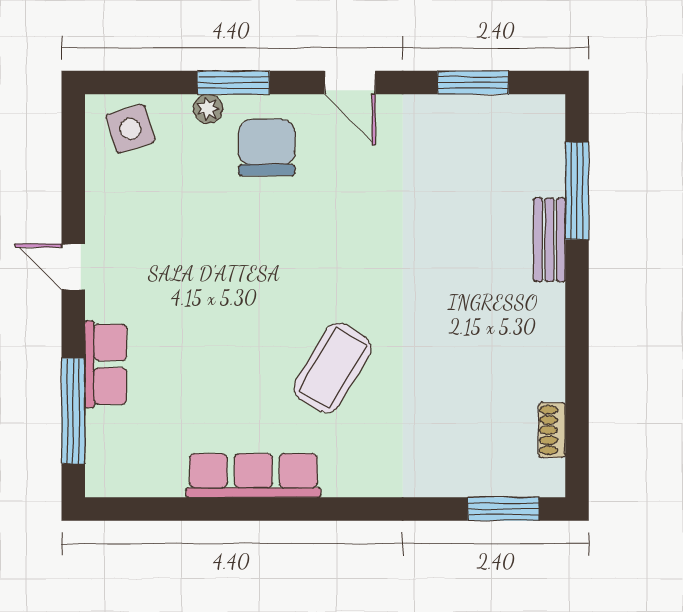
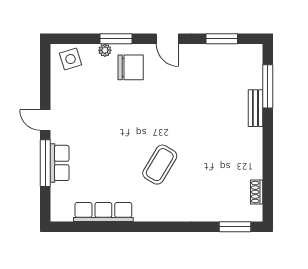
chair: (267, 147) -> (131, 67), turned 90
window: (73, 411) -> (45, 163), moved
row of seats: (253, 475) -> (103, 212), moved

